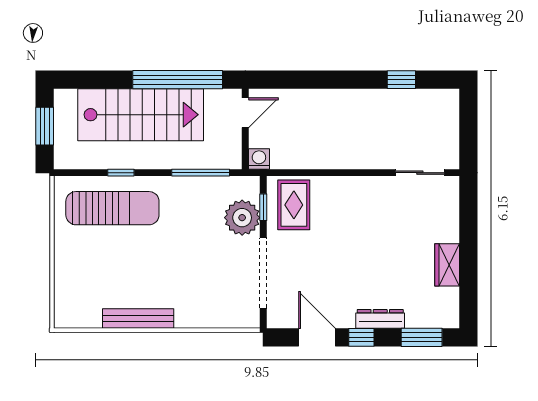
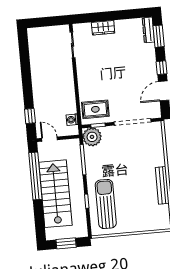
window: (401, 80) -> (30, 116), moved
washing machine: (259, 159) -> (72, 120), moved
plant: (242, 218) -> (92, 137), moved
wardrobe: (447, 265) -> (103, 28), moved
dresser: (380, 319) -> (148, 30), moved

